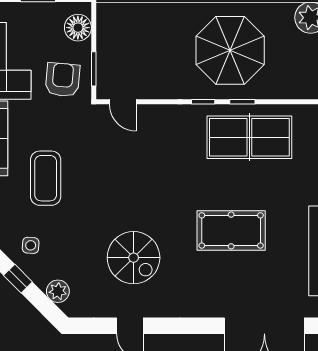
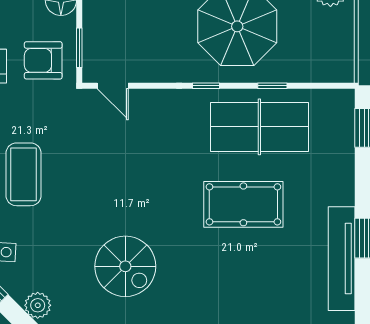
armchair: (63, 80) -> (43, 60), turned -95
window: (242, 102) -> (272, 86), moved
pool table: (231, 230) -> (243, 204), moved

